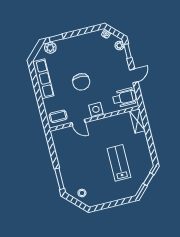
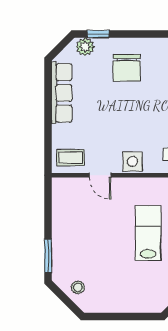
chair: (81, 82) -> (127, 68), moved
lab bench: (119, 163) -> (148, 233), moved

